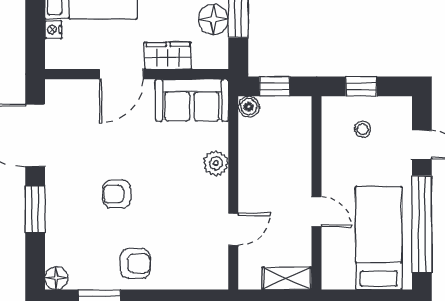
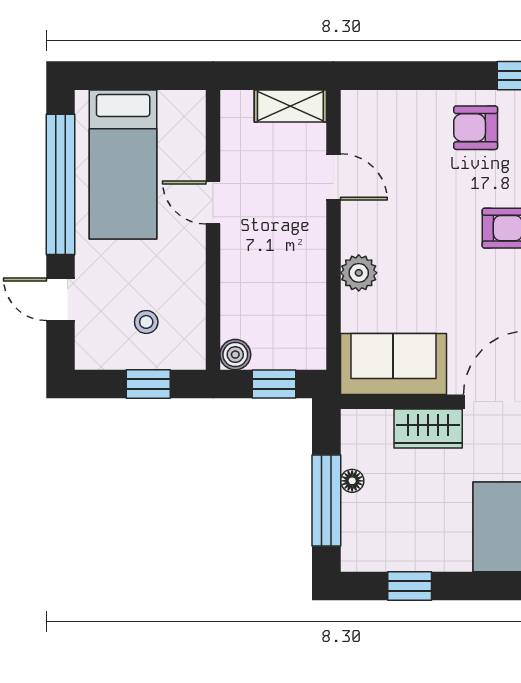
floor lamp: (213, 20) -> (352, 481), width x0.53, depth x0.53
boiler: (249, 107) -> (235, 355), moved
door: (233, 229) -> (333, 177), swing flipped
shelving: (287, 278) -> (290, 106), moved

